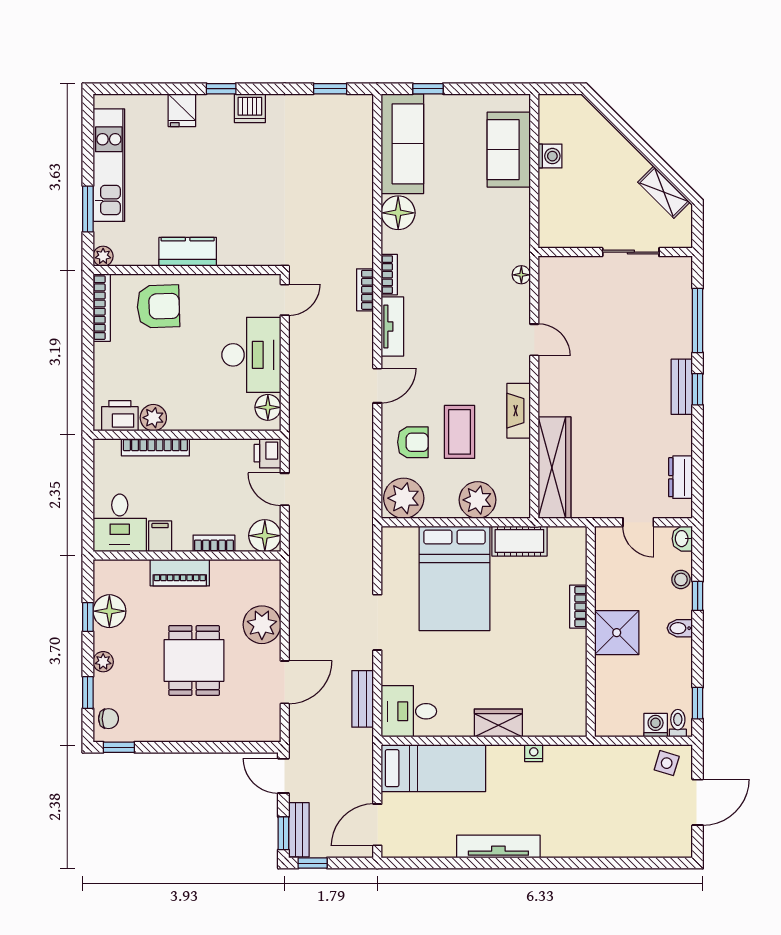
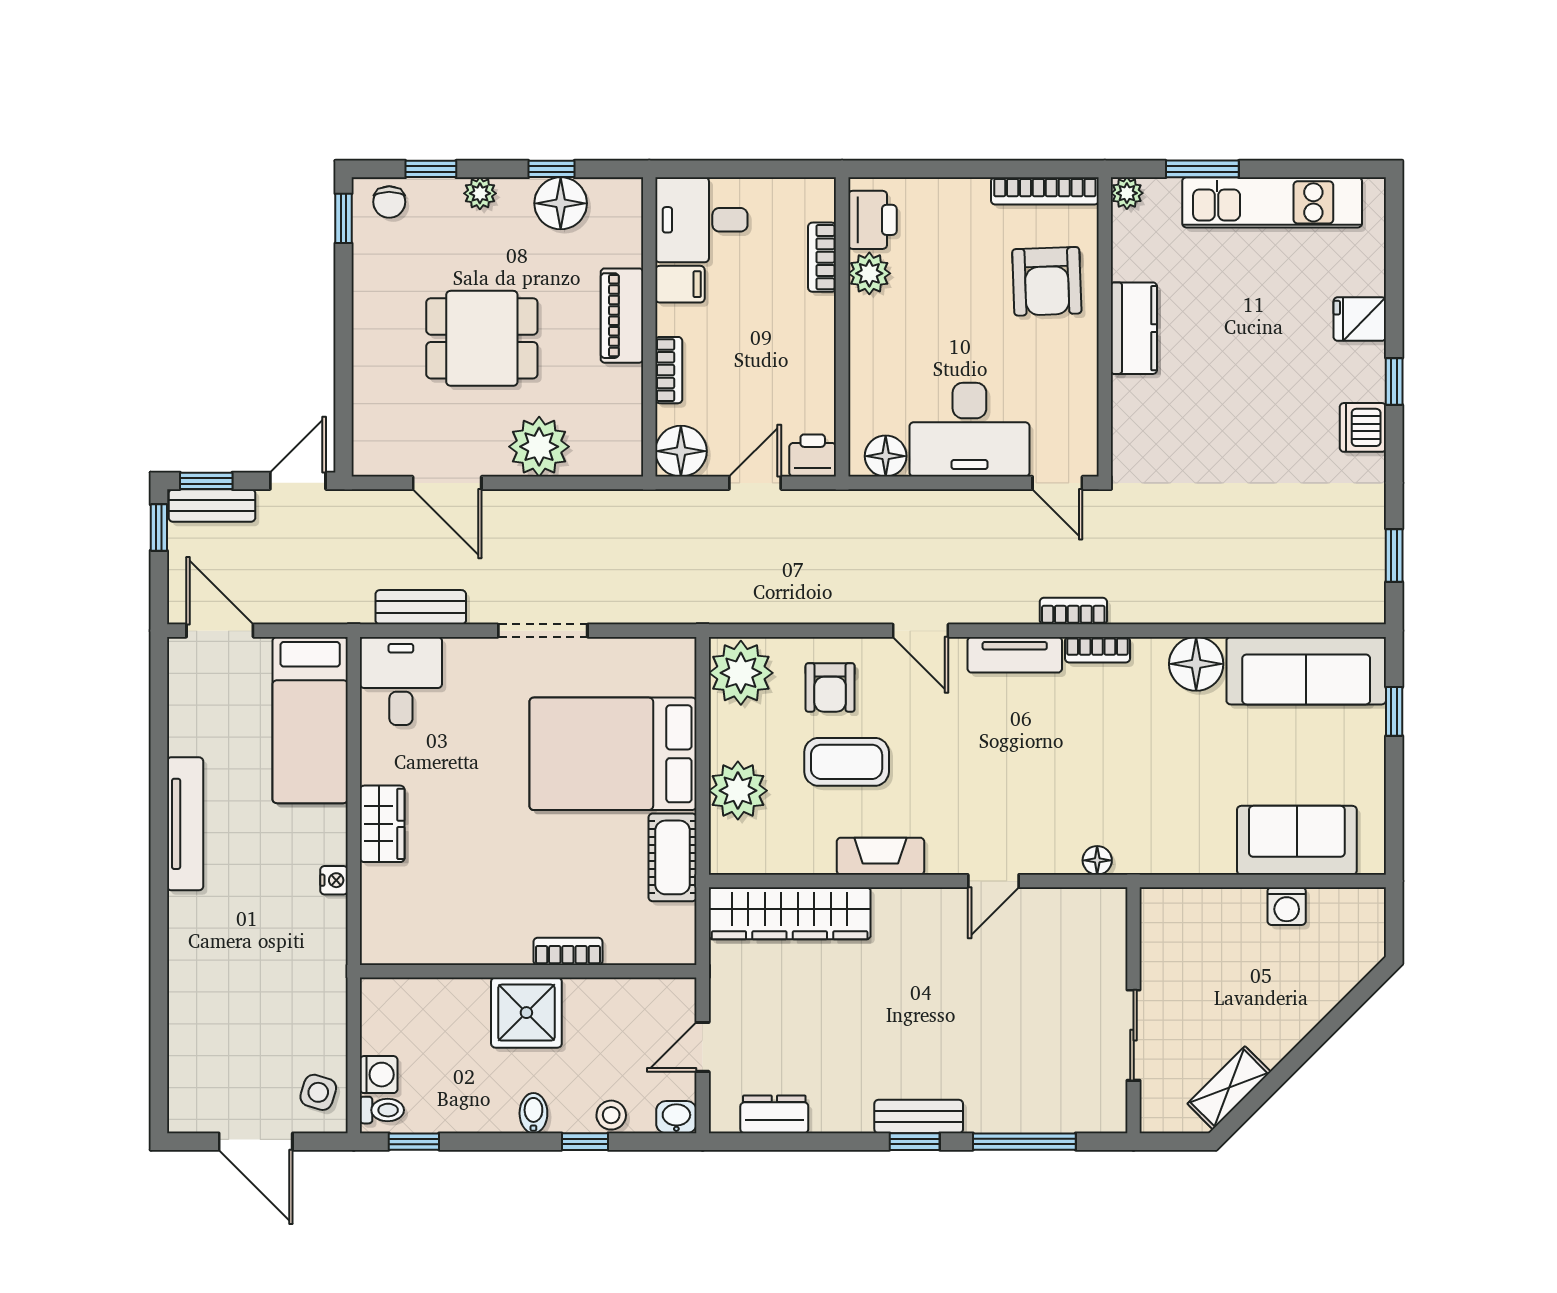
bookcase: (155, 447) -> (822, 257), width x0.64

